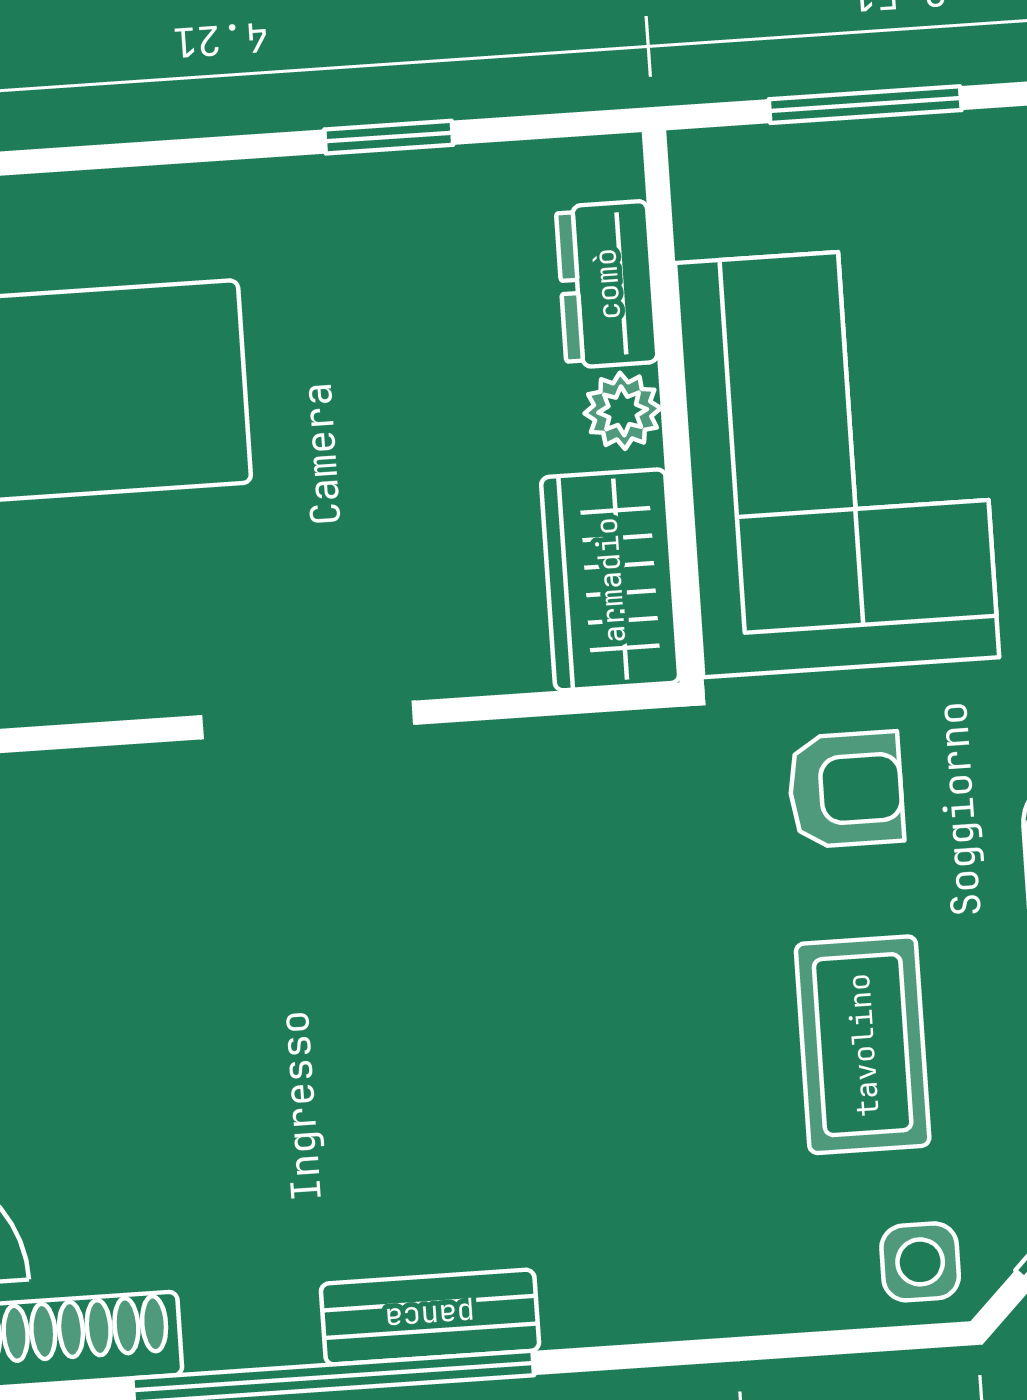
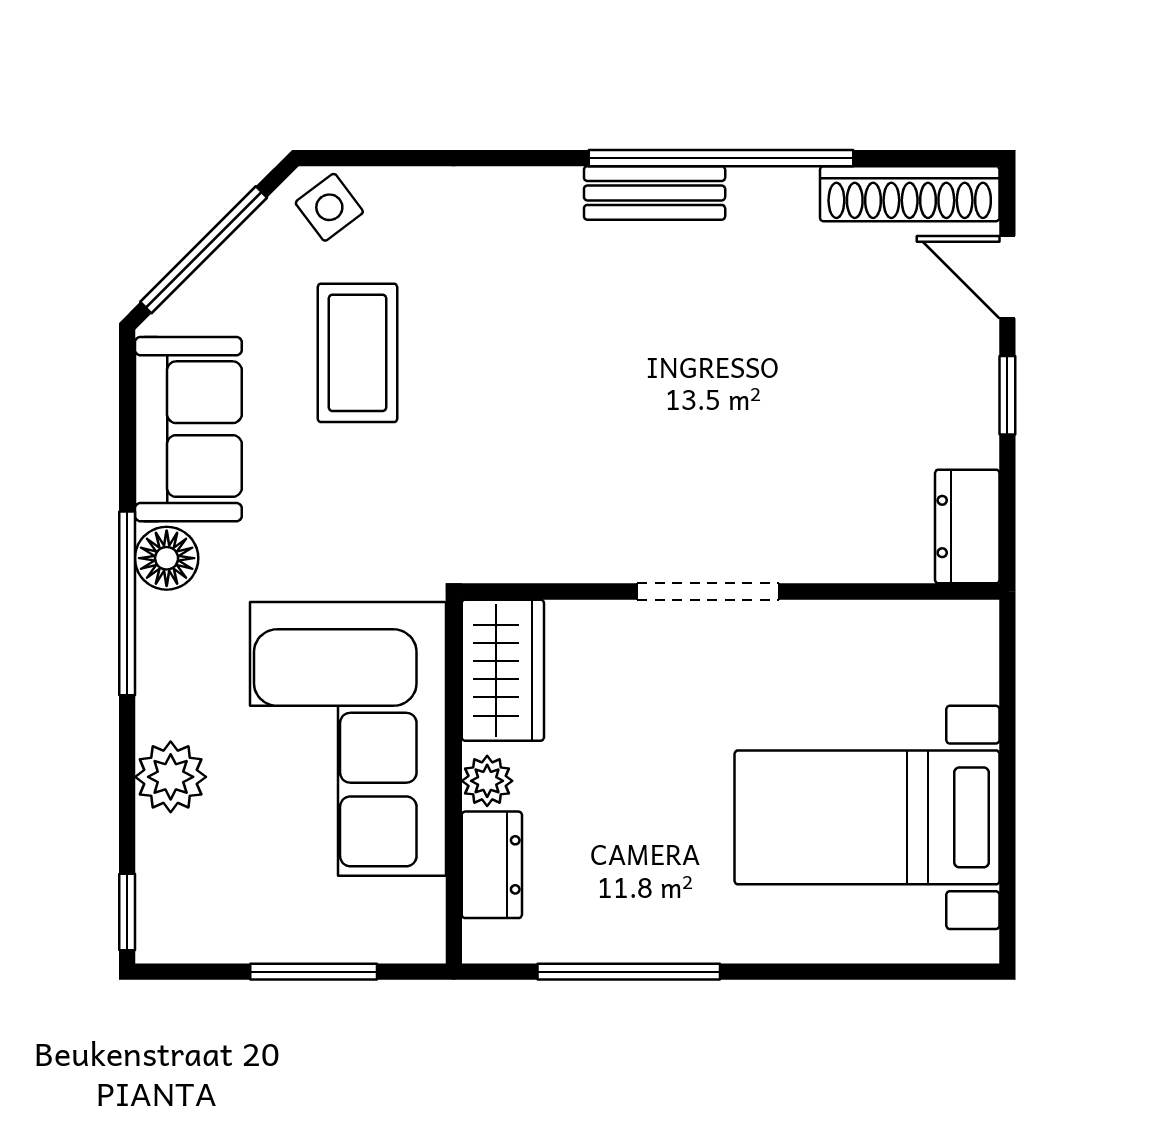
window: (389, 137) -> (629, 972), width x2.17
armchair: (846, 790) -> (357, 522), removed
side table: (920, 1262) -> (329, 207), turned -37

